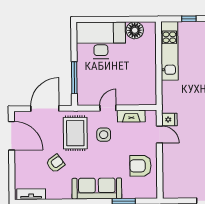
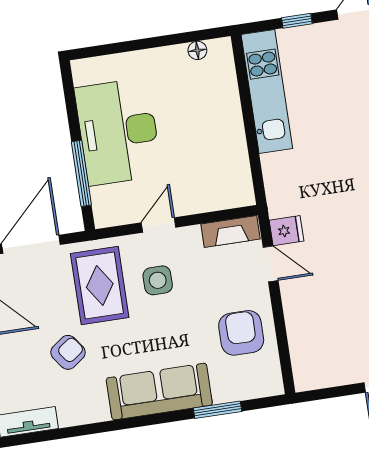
floor lamp: (135, 30) -> (197, 50), width x0.53, depth x0.53
desk: (101, 40) -> (118, 132), moved, turned -90
fireplace: (131, 116) -> (230, 231), moved
armchair: (140, 166) -> (241, 333), turned 90

